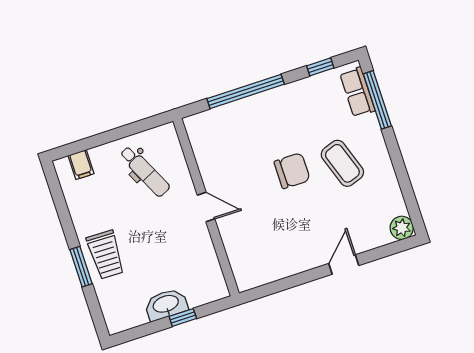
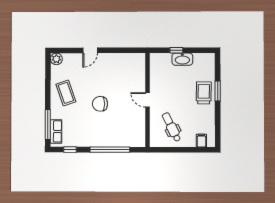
coffee table: (342, 163) -> (66, 93), moved

